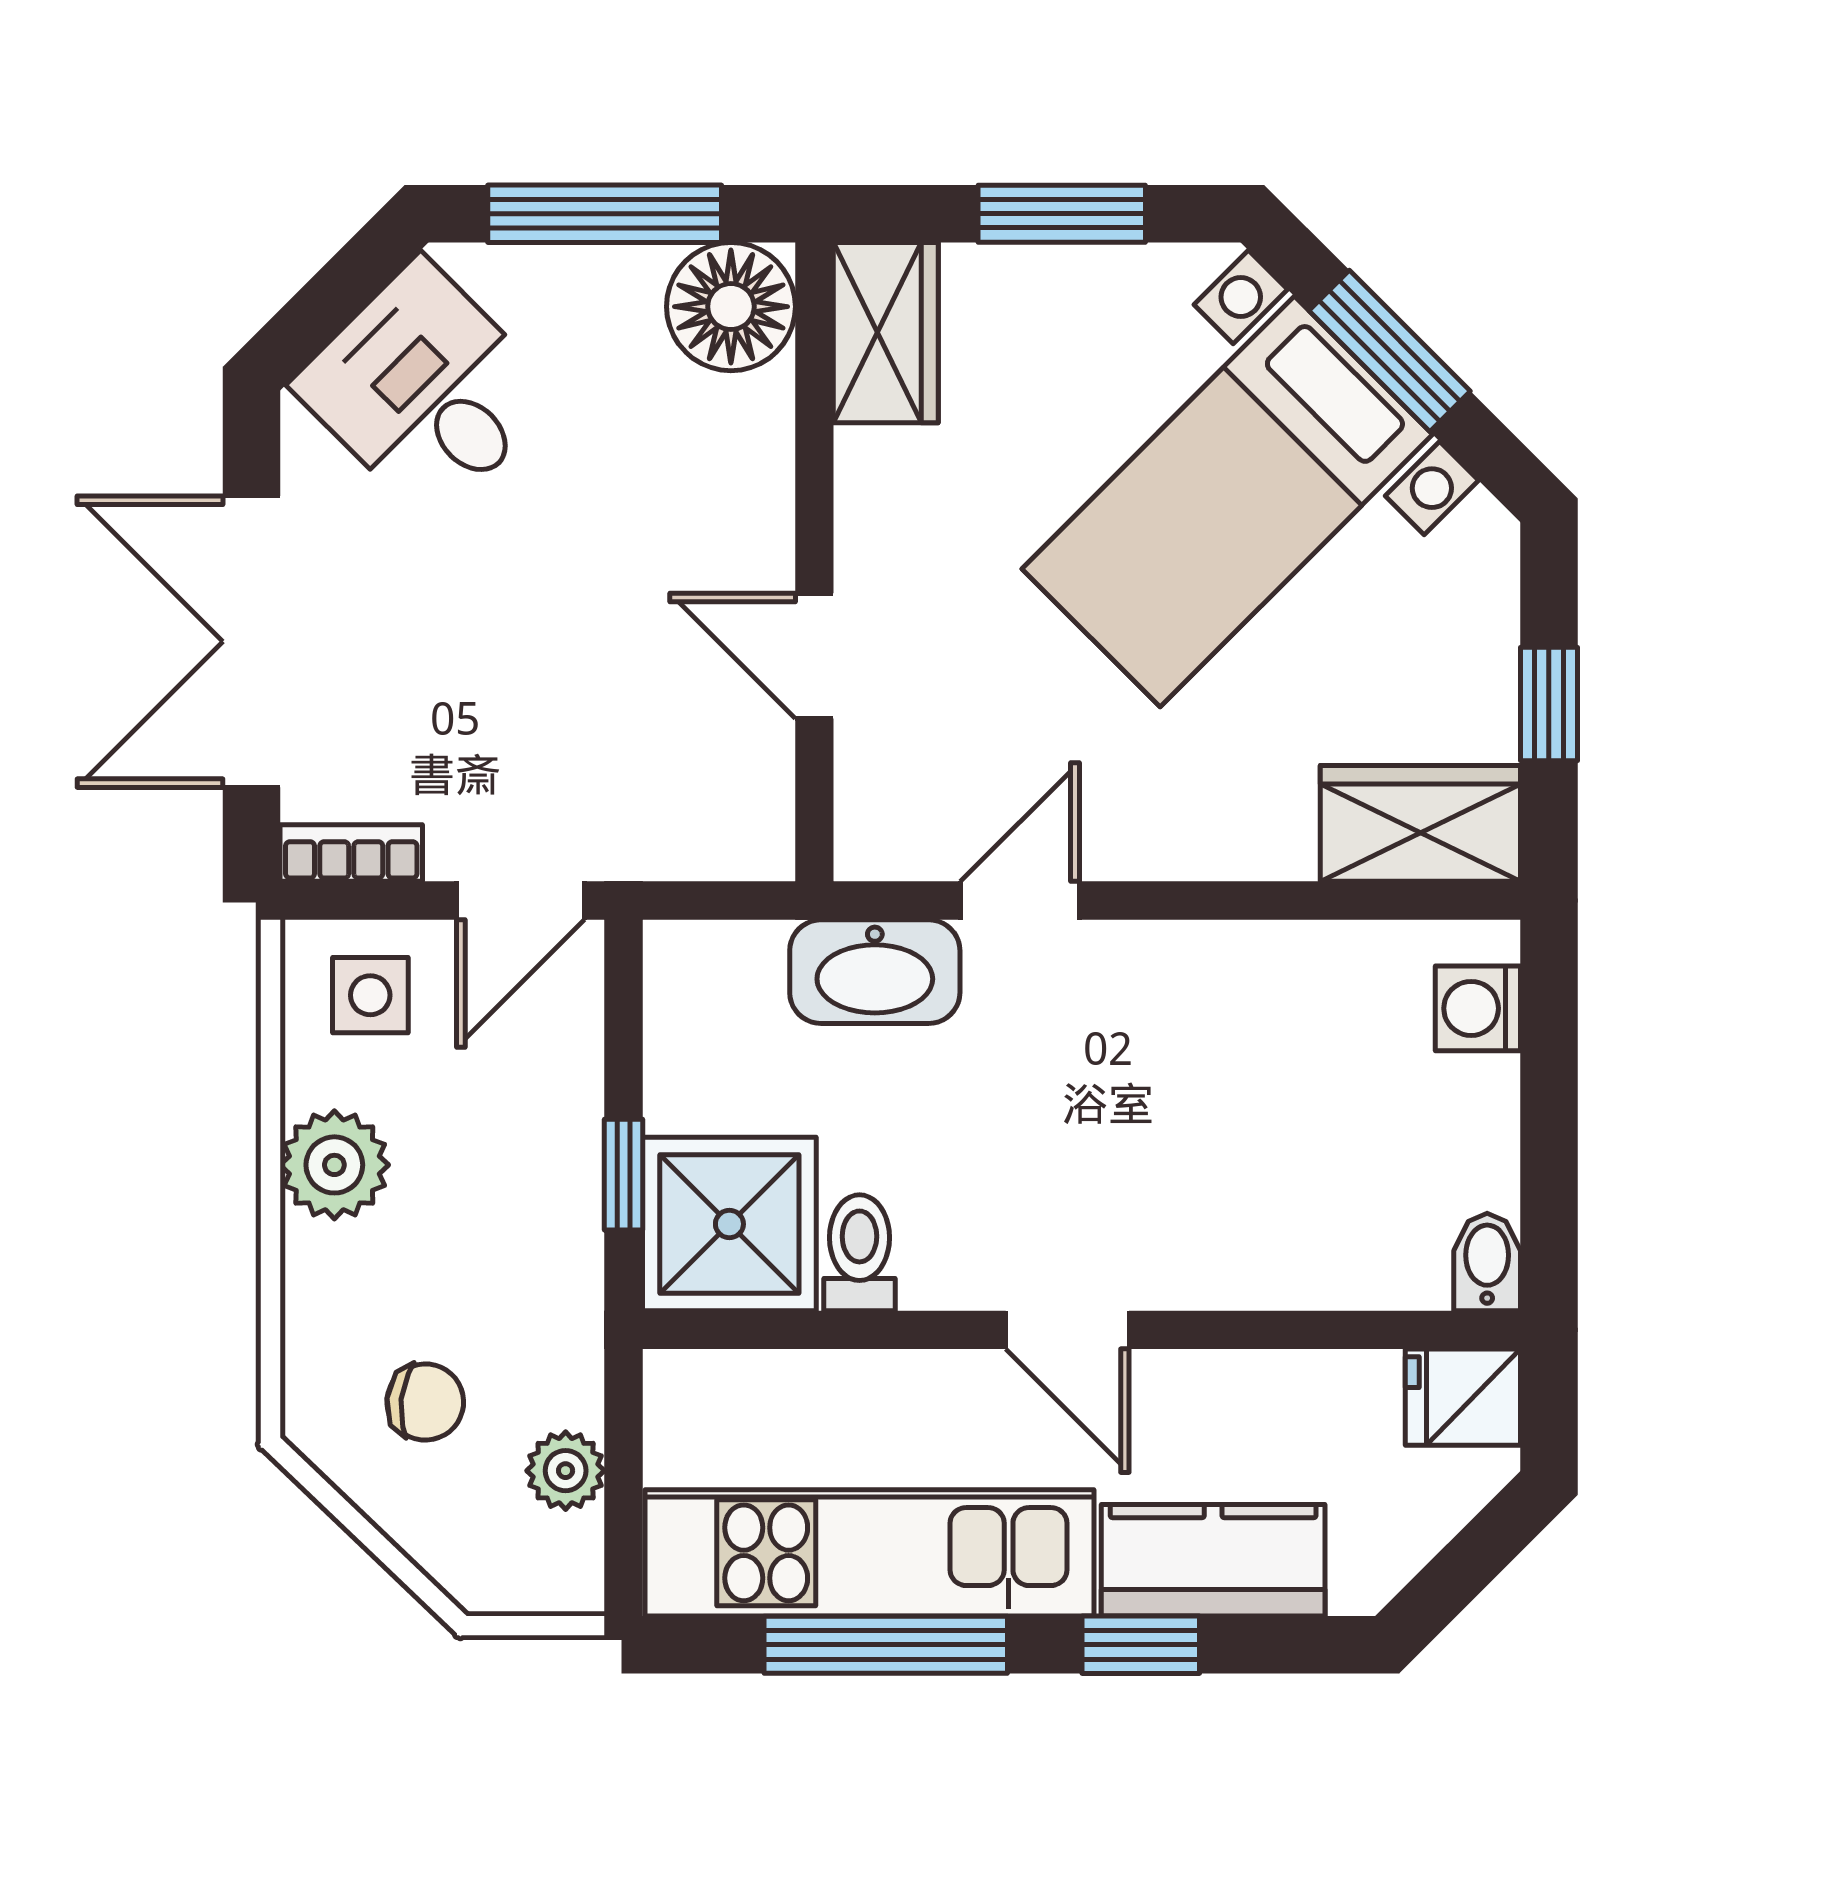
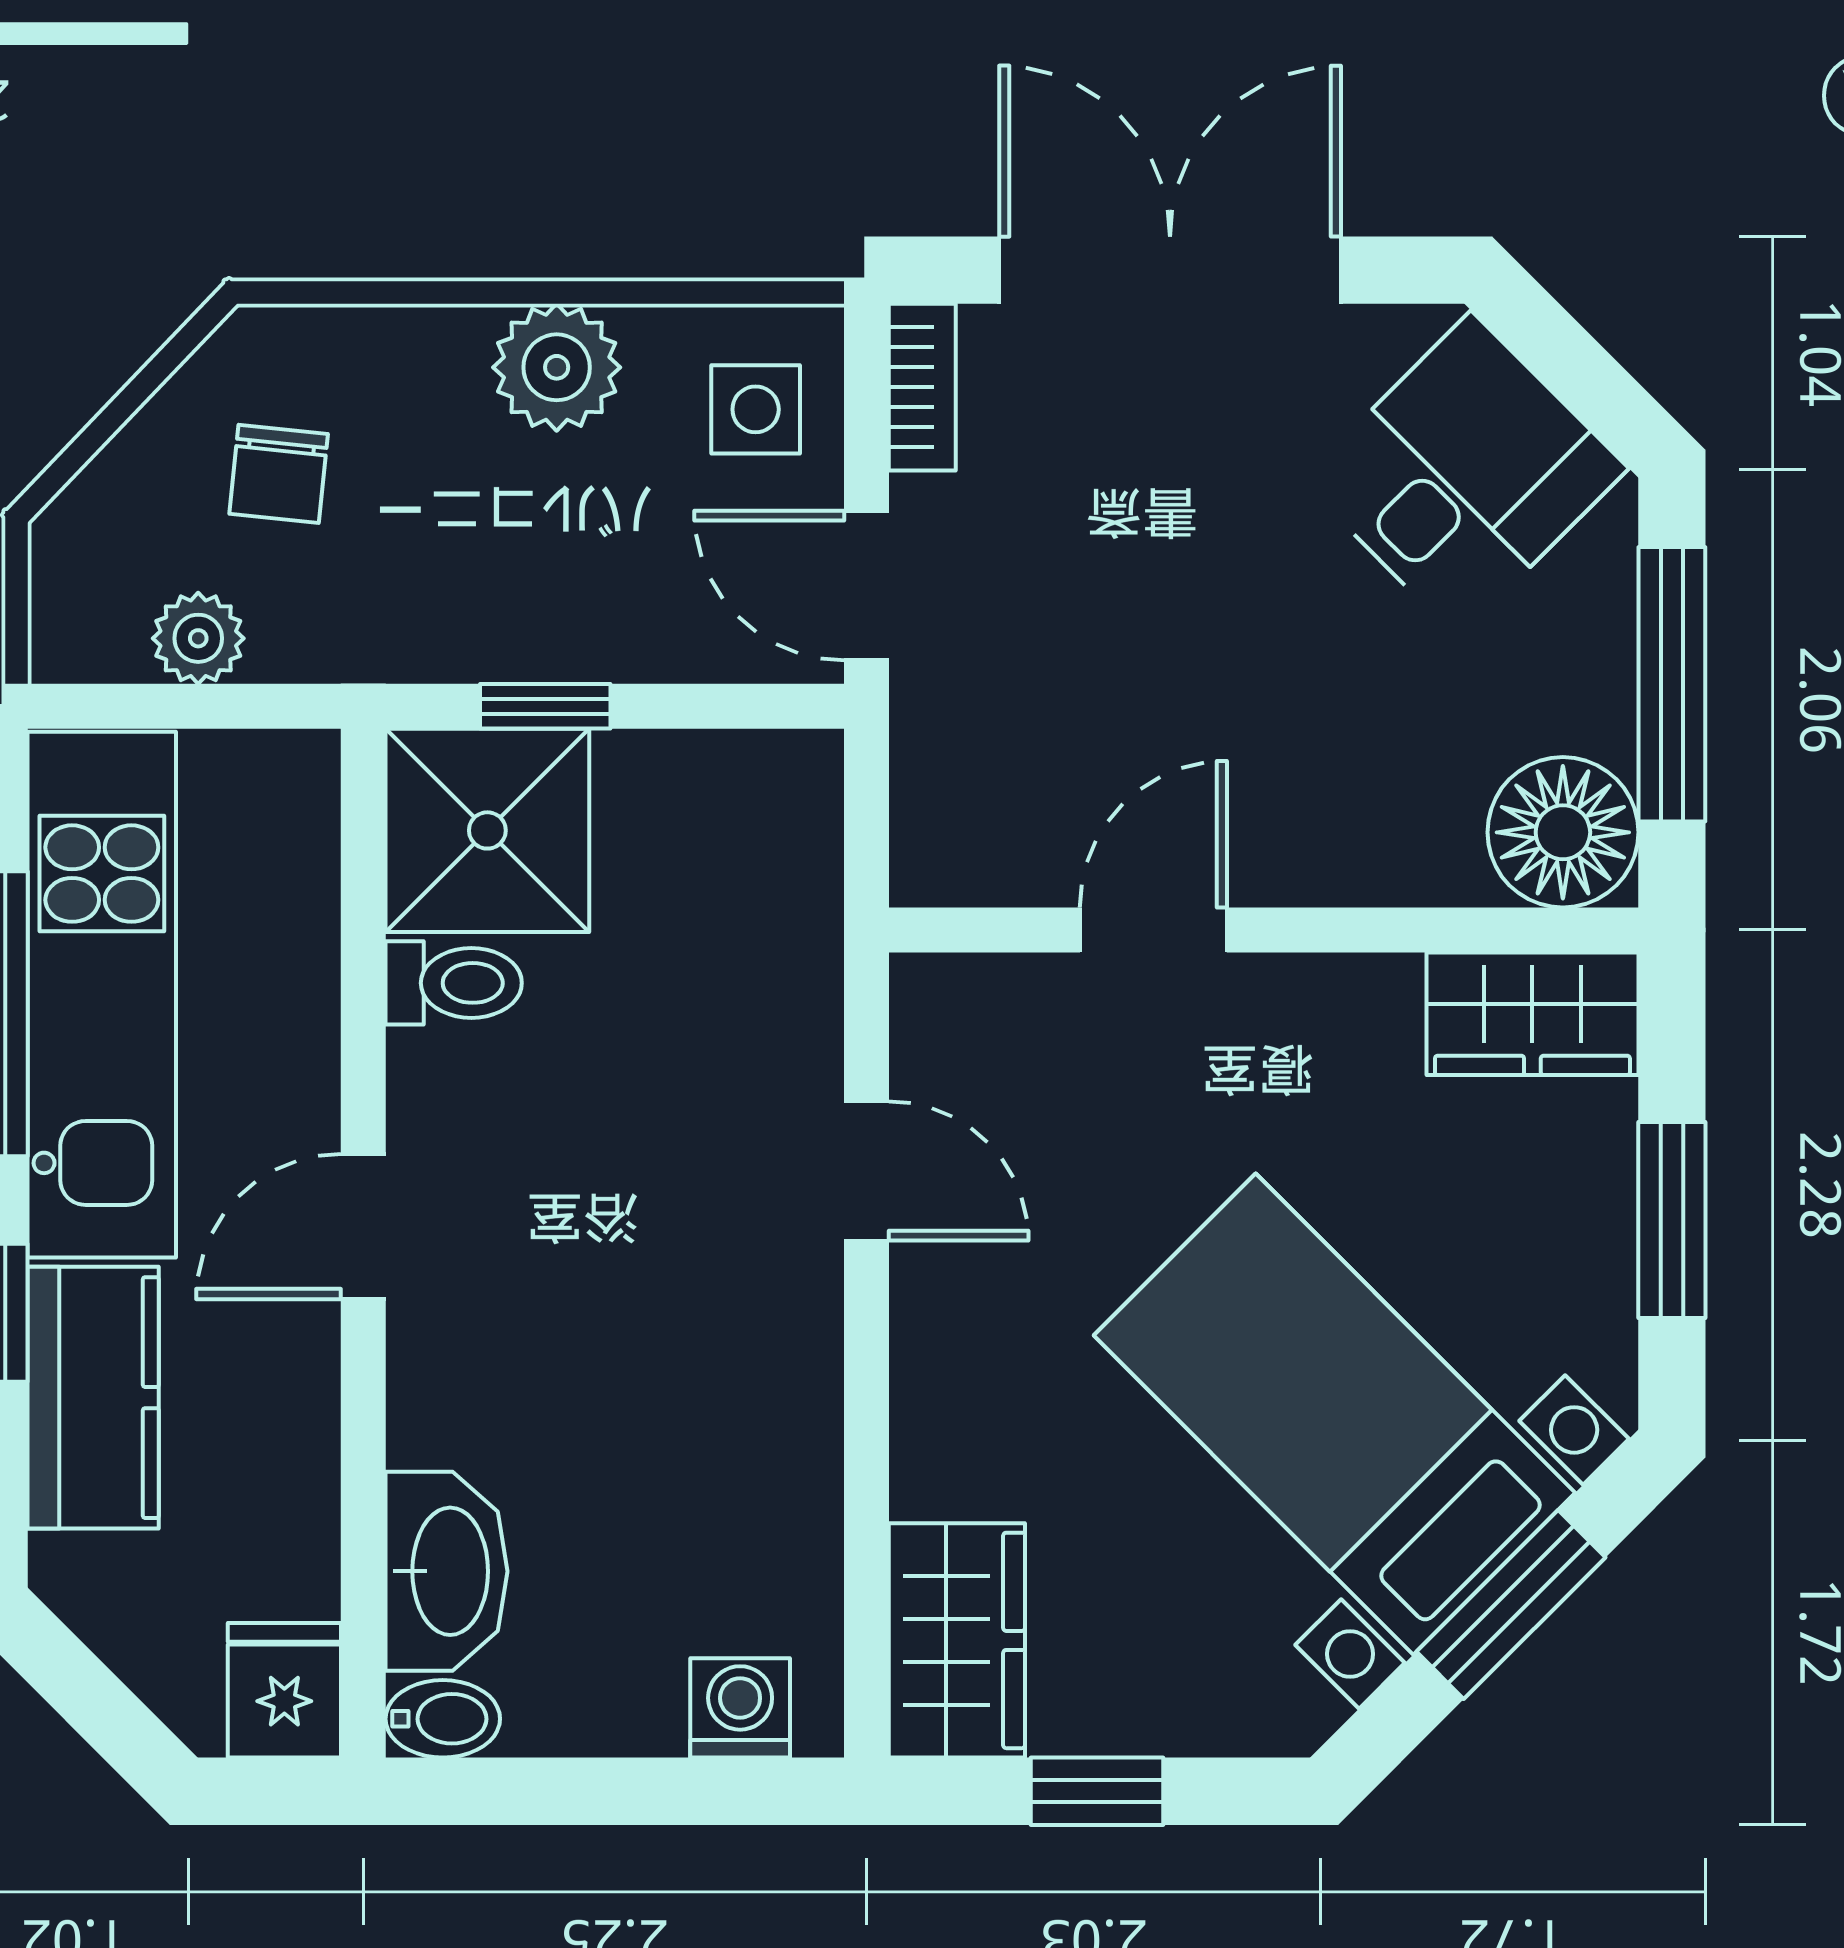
washbasin: (875, 972) -> (447, 1571), moved, turned 180

